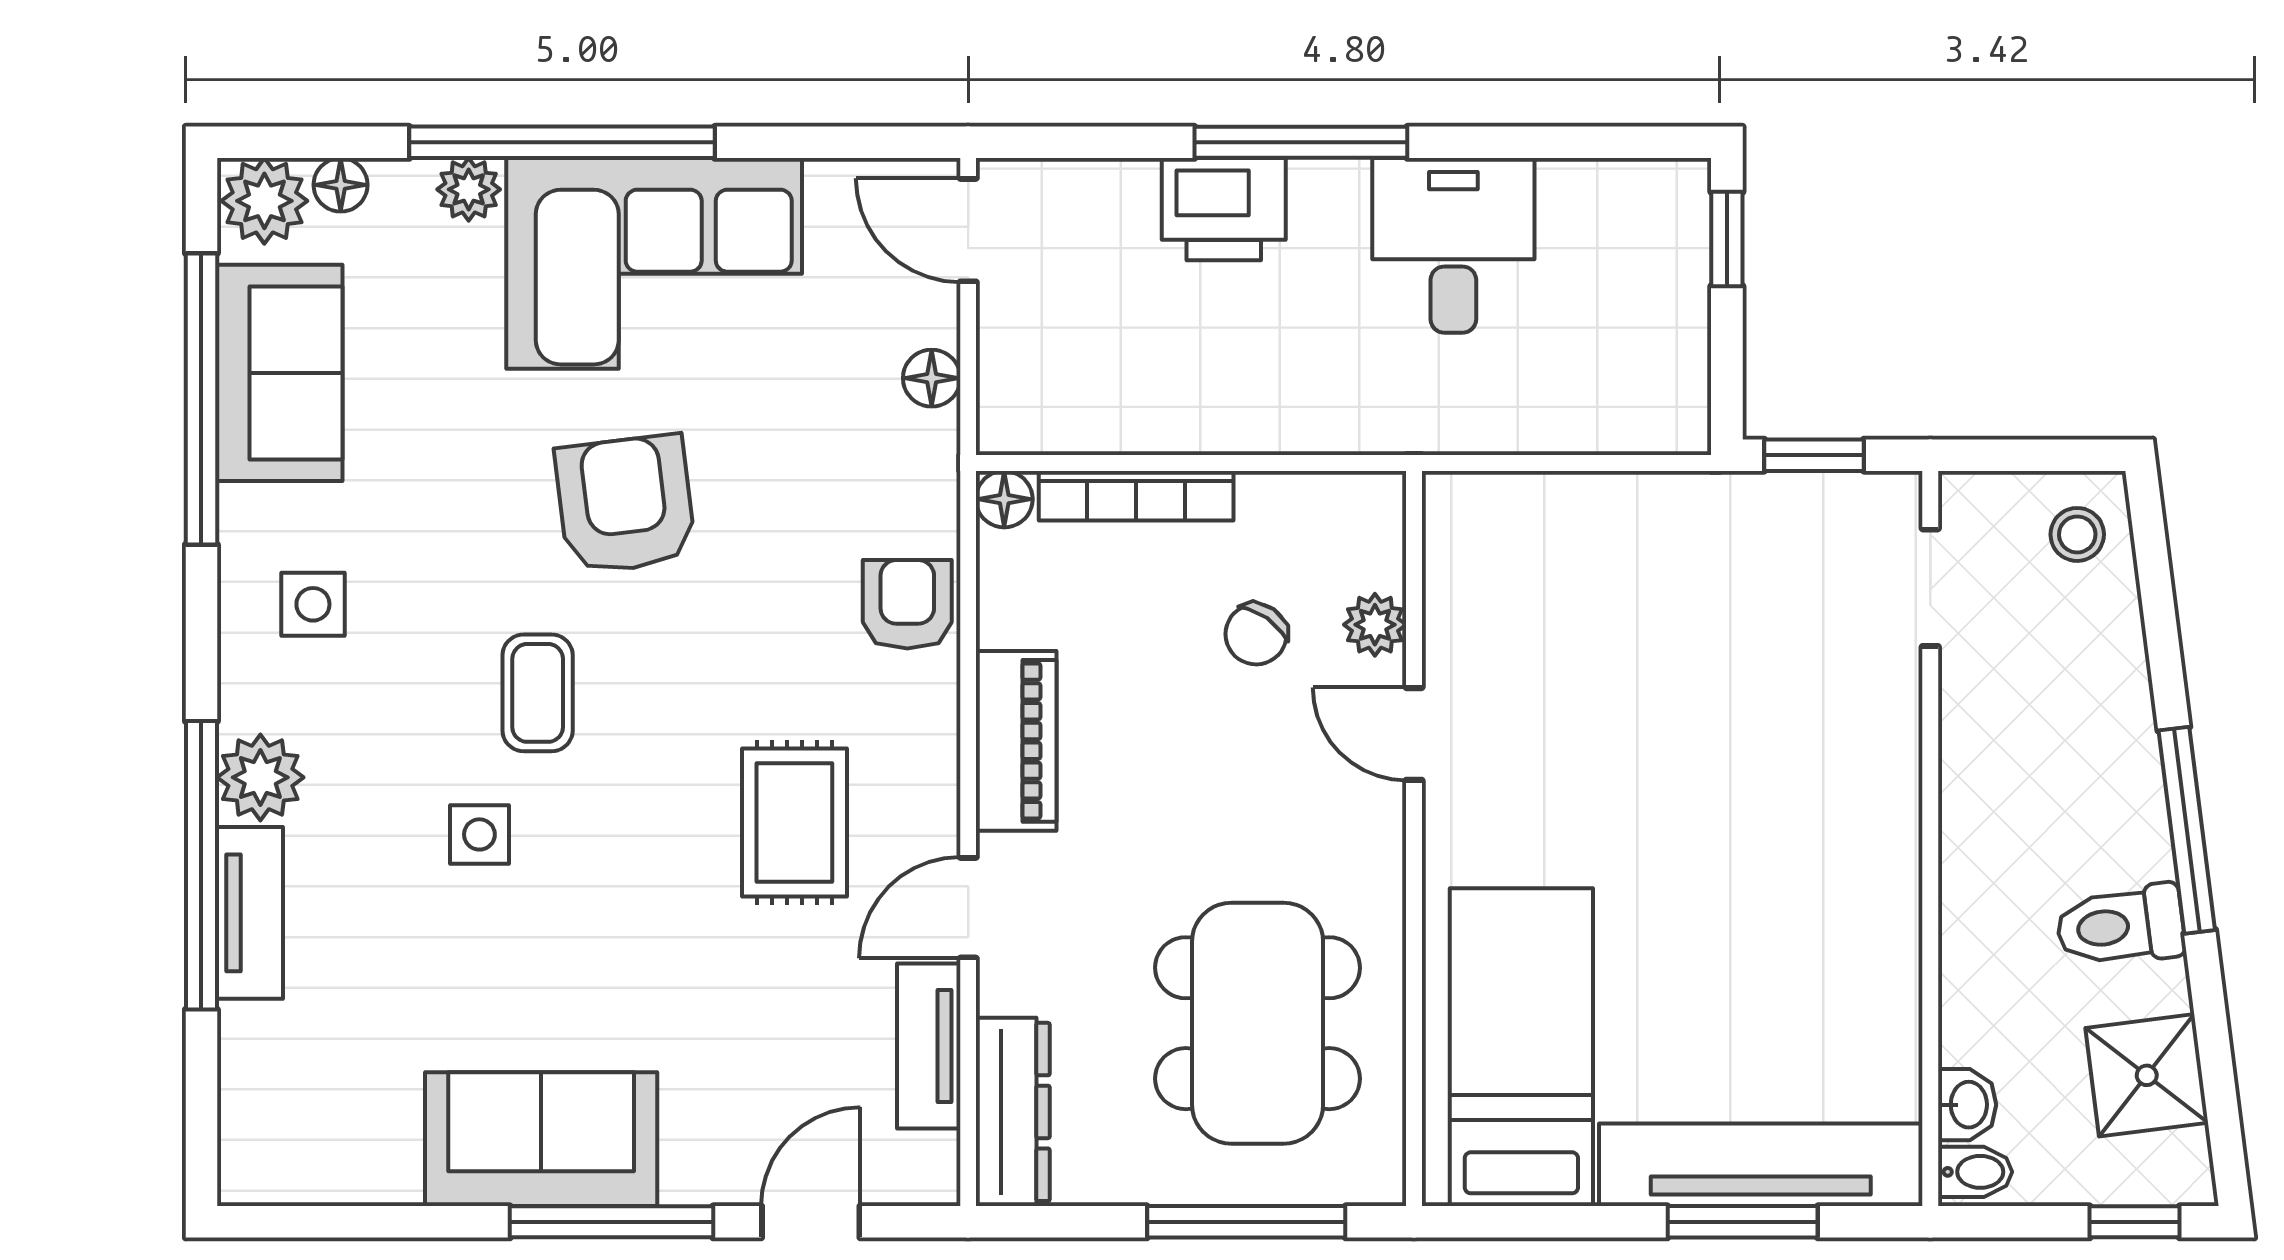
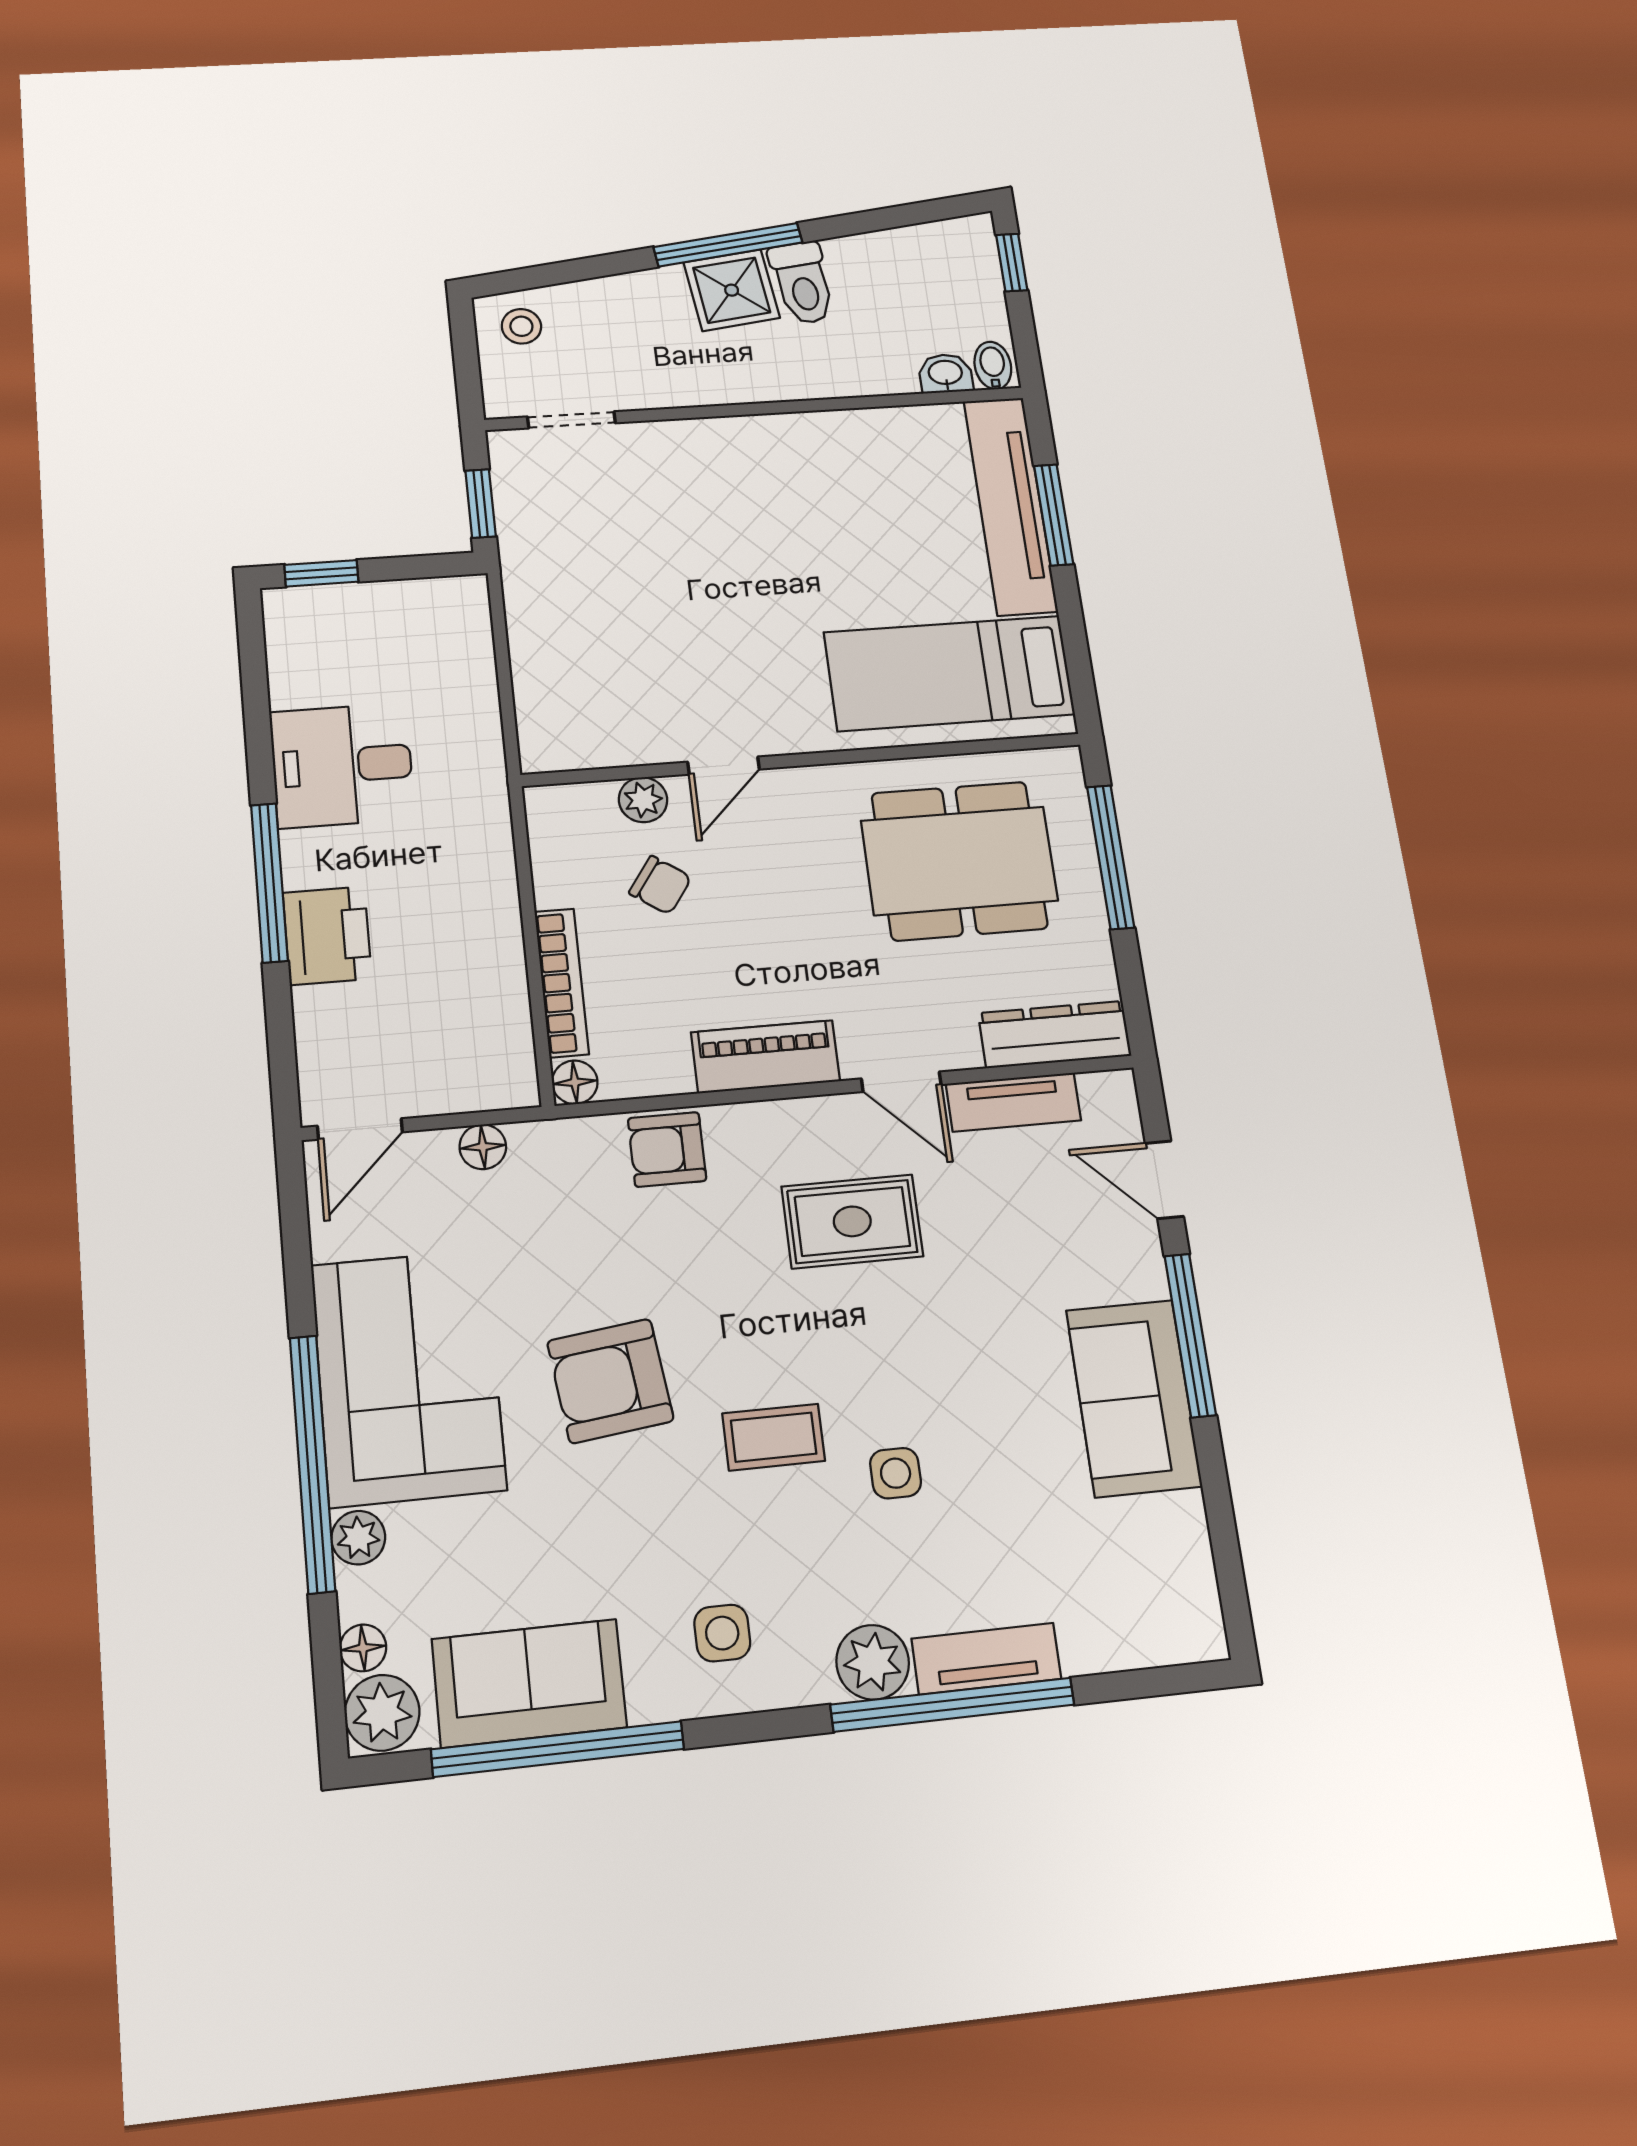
shower: (2147, 1075) -> (732, 290), moved

